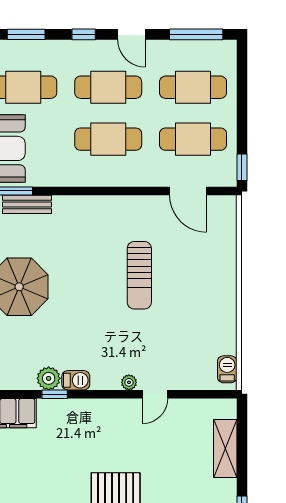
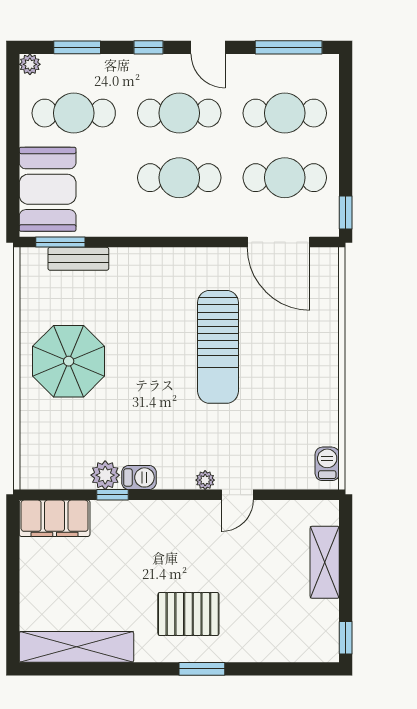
door: (188, 191) -> (279, 242), width x1.36
sun lounger: (139, 275) -> (218, 347), width x1.36, depth x1.34

